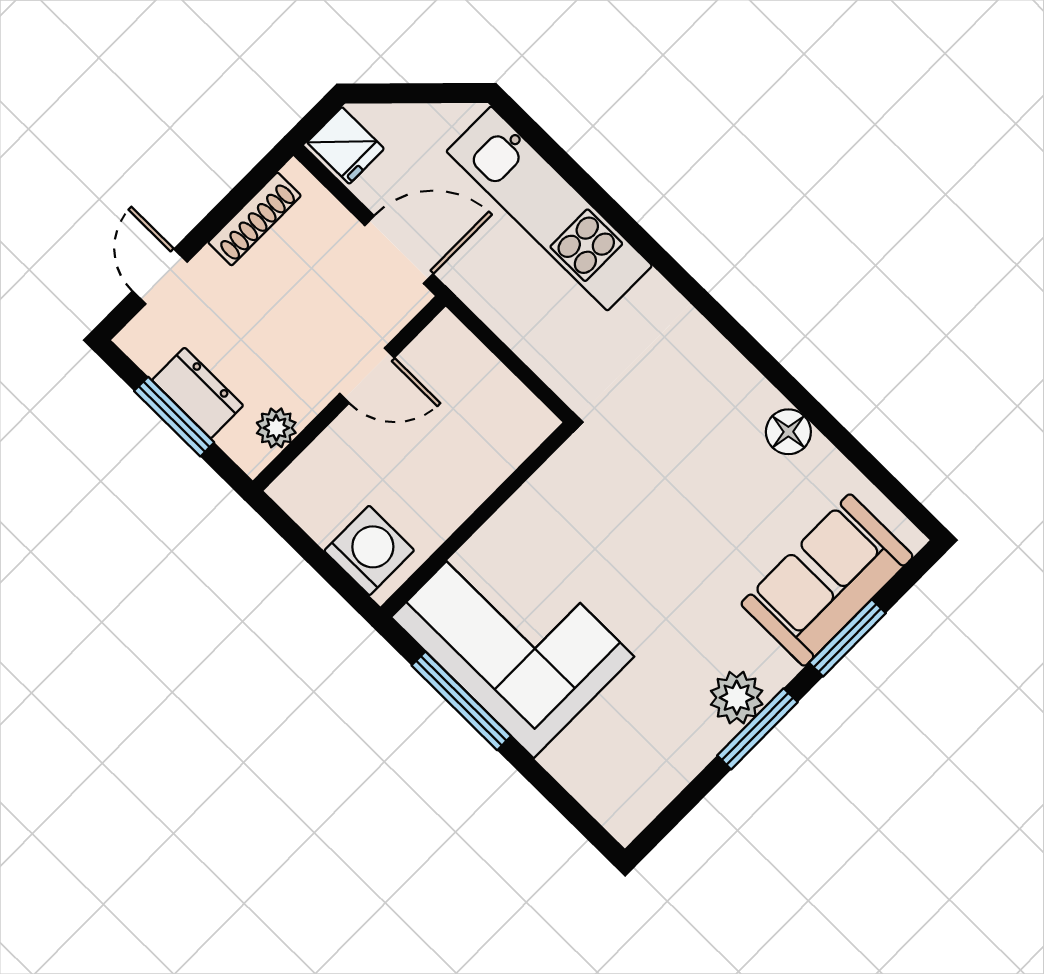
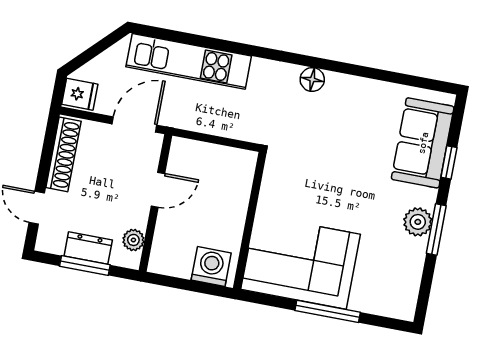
shoe rack: (254, 219) -> (63, 154), width x1.36, depth x1.24
floor lamp: (788, 432) -> (312, 79), moved
window: (847, 638) -> (449, 162), width x0.67
window: (461, 701) -> (328, 311), moved

